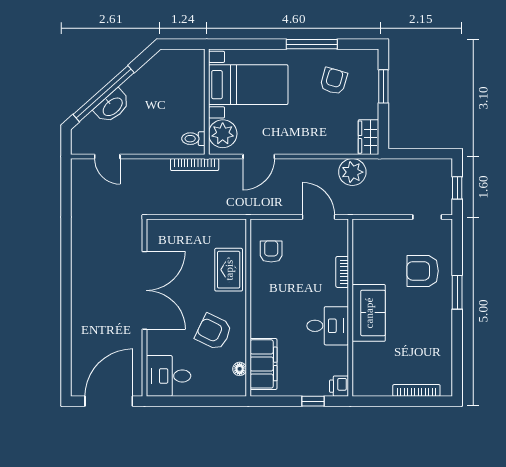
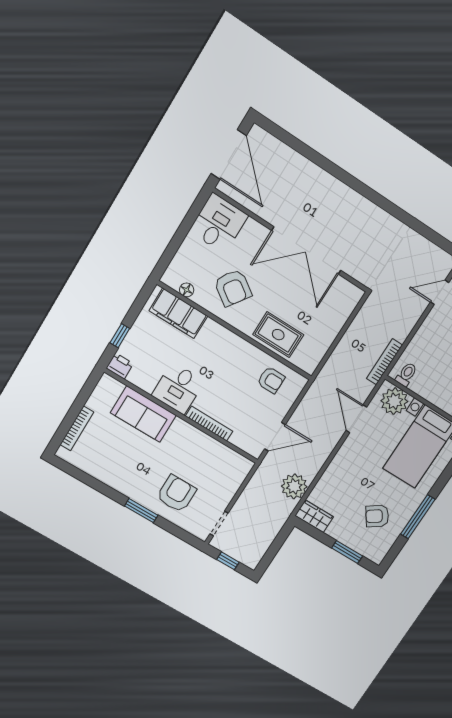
armchair: (334, 81) -> (377, 516), turned 129
bookcase: (342, 272) -> (209, 424), width x1.56
sofa: (369, 313) -> (143, 414), moved
armchair: (213, 332) -> (233, 288), turned 99

